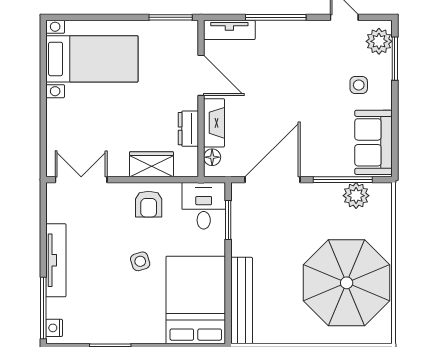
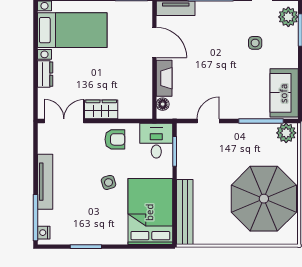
side table: (359, 85) -> (255, 43), moved
dresser: (188, 129) -> (45, 74), moved, turned 180
wardrobe: (151, 164) -> (101, 109), moved
door: (273, 180) -> (208, 121), width x0.53
plant: (356, 196) -> (286, 133), moved
armchair: (149, 204) -> (115, 139), turned -90

